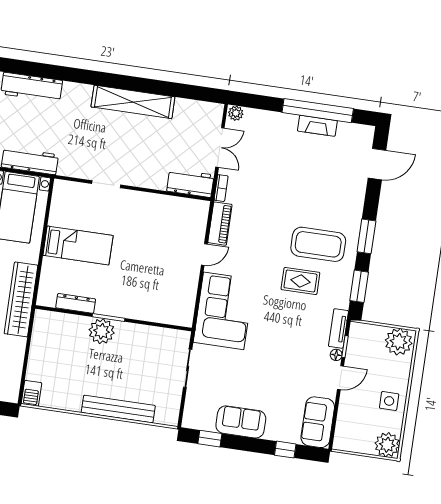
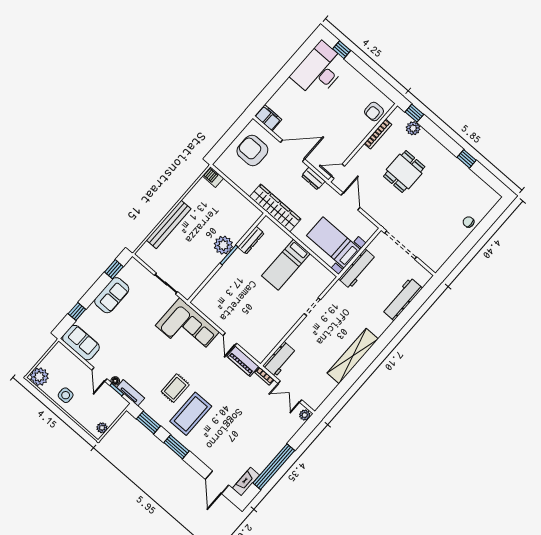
fireplace: (317, 126) -> (246, 482), moved
plant: (399, 342) -> (102, 428), width x0.53, depth x0.53

